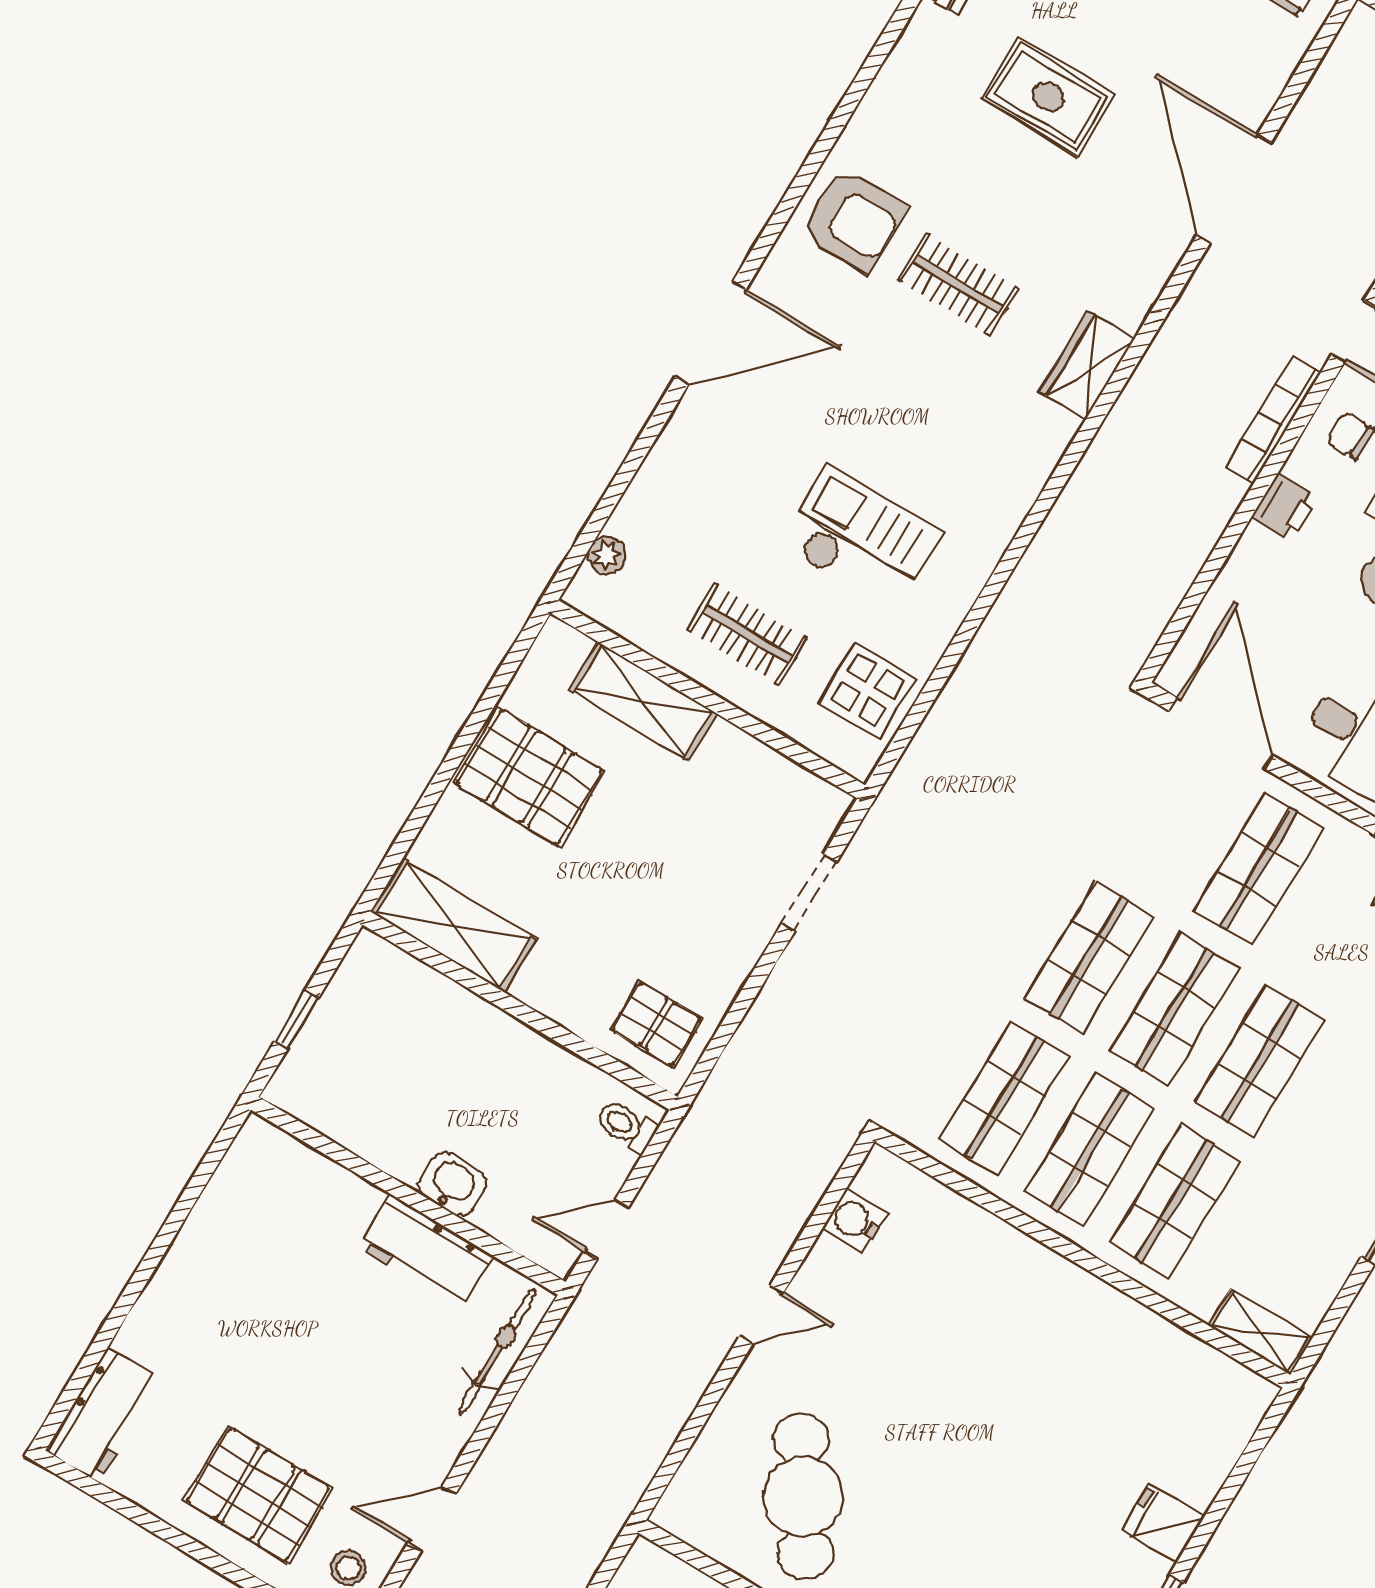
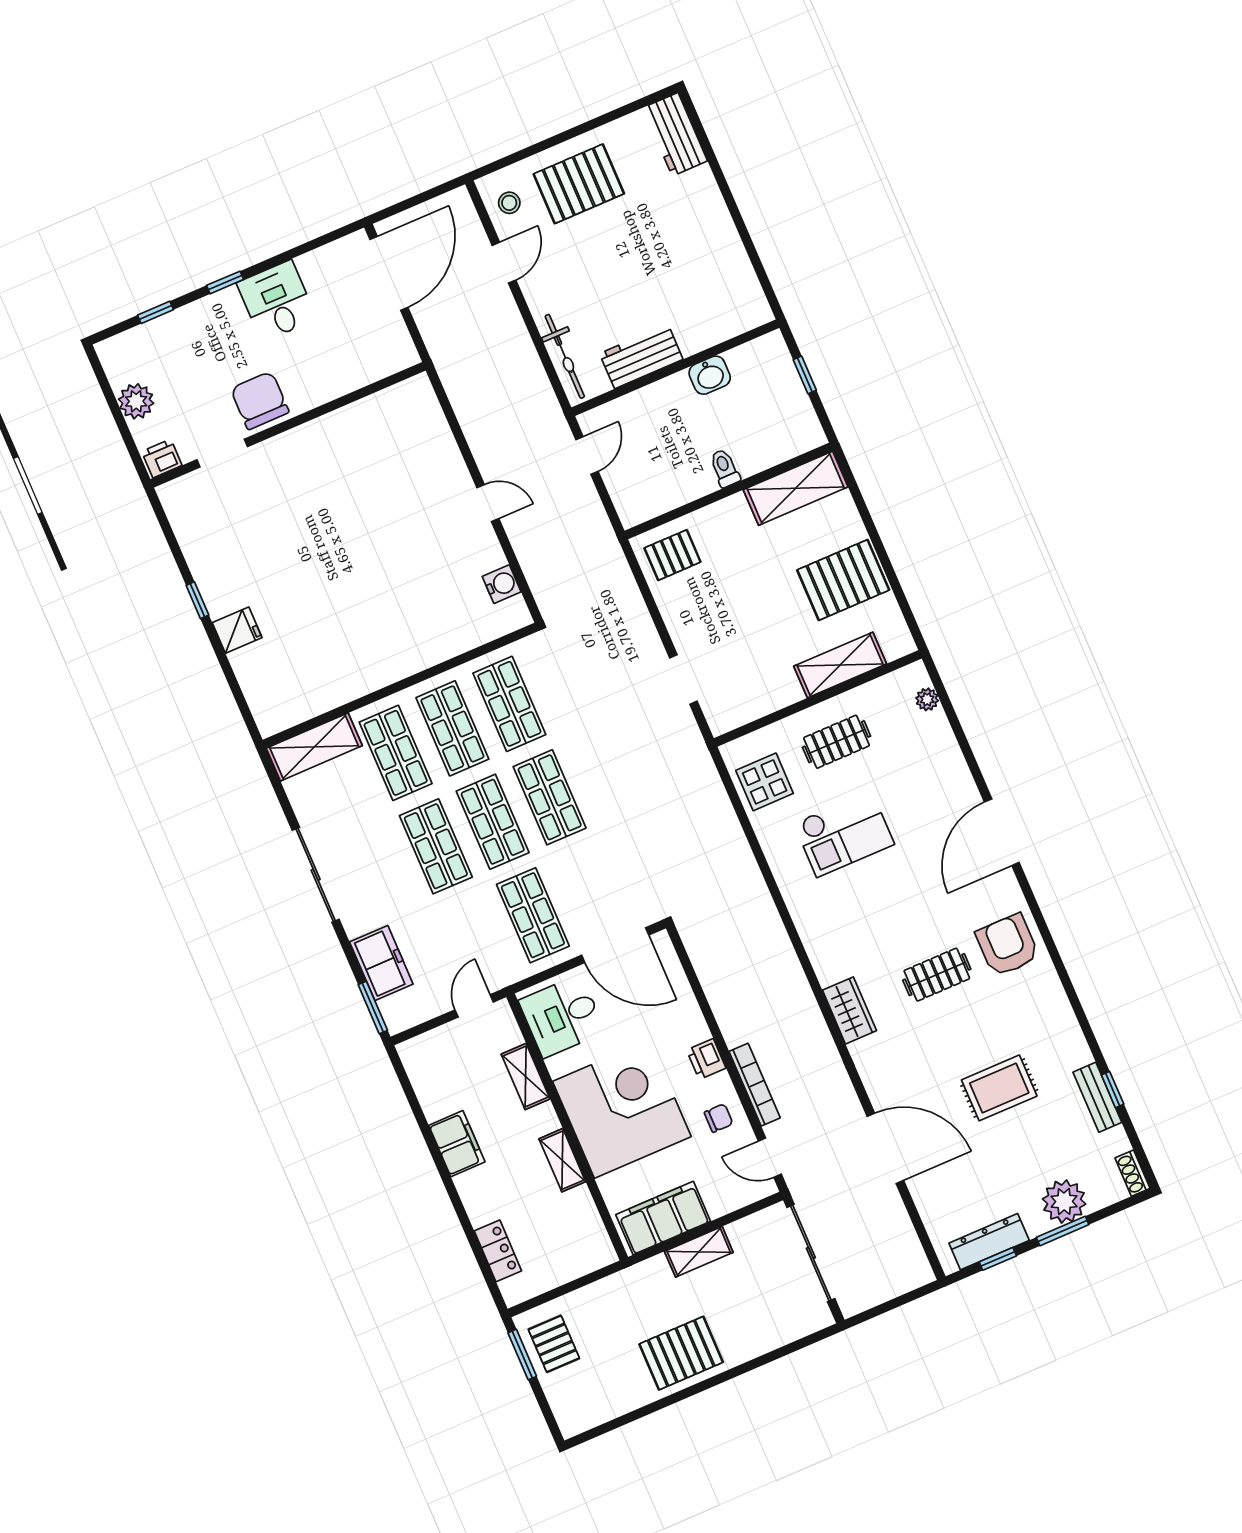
armchair: (853, 220) -> (1007, 945), turned 90
toilet: (626, 1126) -> (725, 468), moved, turned -90
washbasin: (452, 1184) -> (710, 375), moved
door: (761, 1314) -> (488, 503), swing flipped
shelving: (1260, 1332) -> (314, 747), width x1.50, depth x1.33
cafe table: (803, 1496) -> (381, 458), removed

